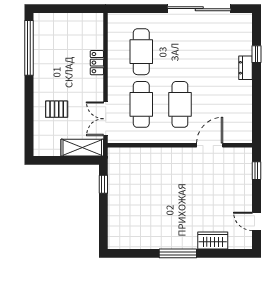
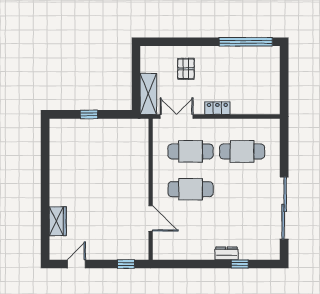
locker: (97, 63) -> (217, 108), moved
window: (103, 184) -> (89, 114), moved
window: (178, 253) -> (45, 187), removed

